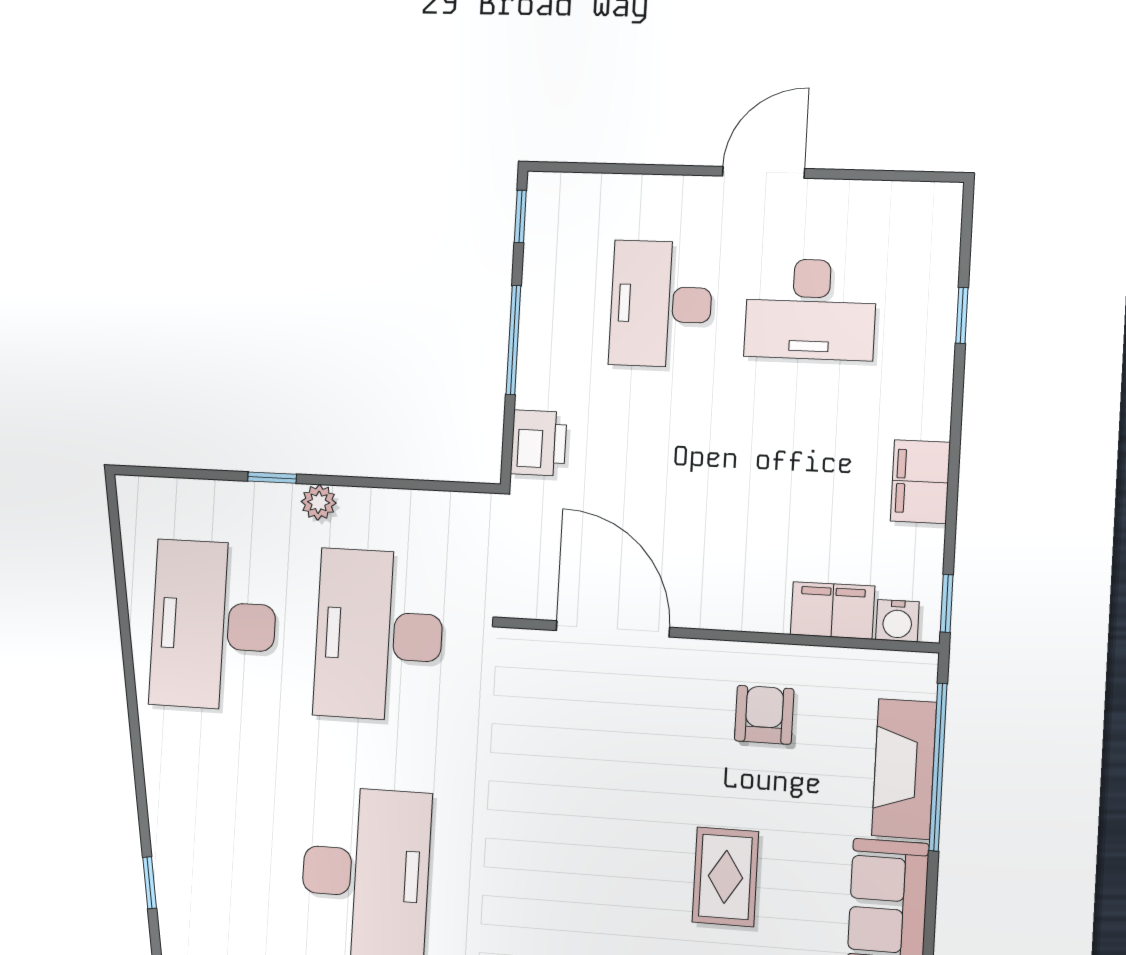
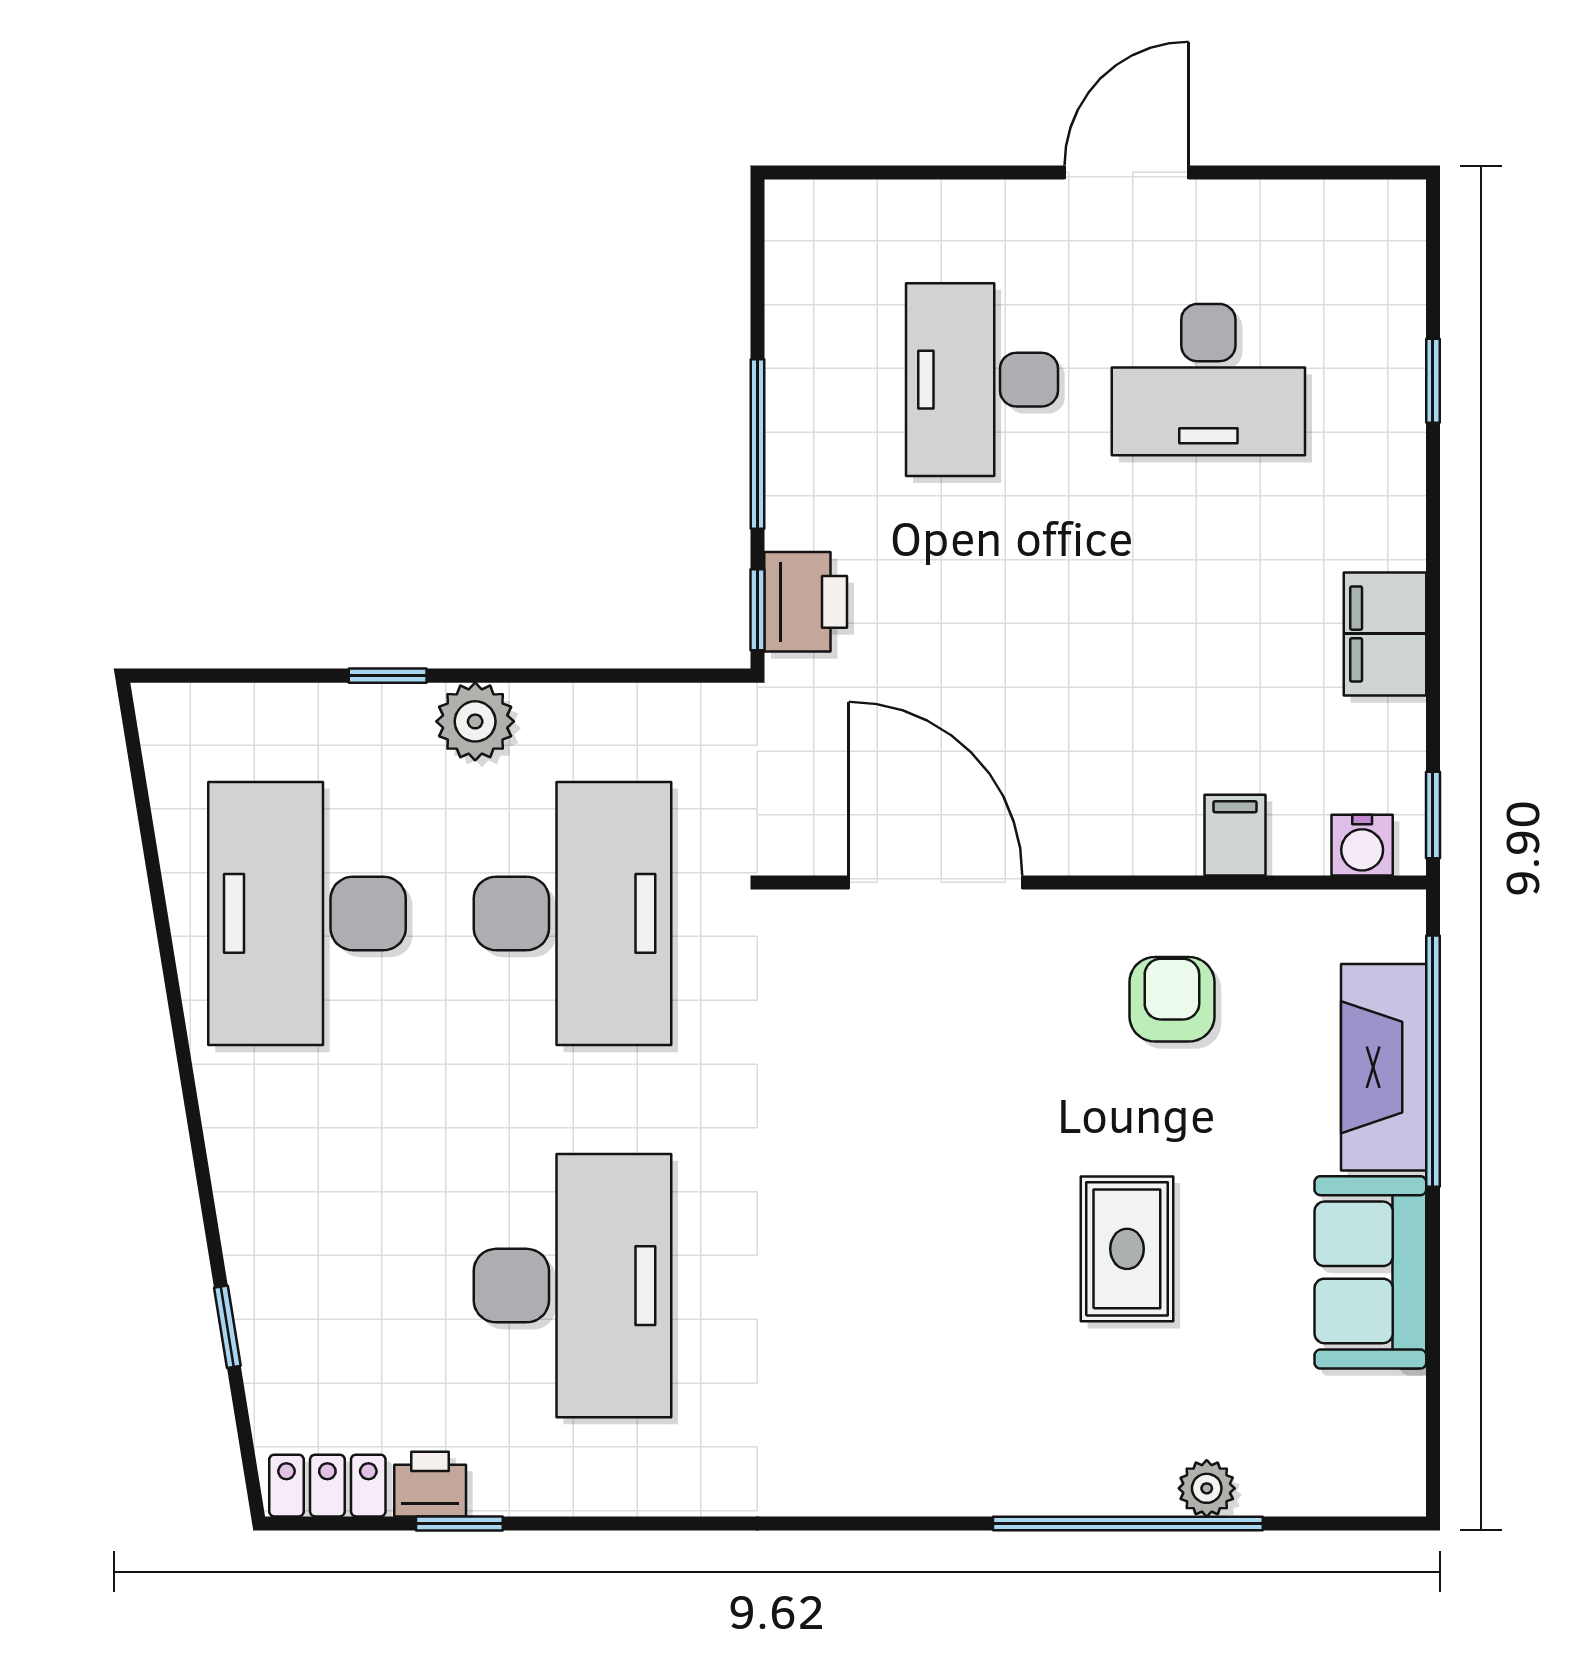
window: (520, 216) -> (757, 610), moved
plant: (319, 502) -> (475, 721), width x1.38, depth x1.38
filing cabinet: (833, 610) -> (1235, 835), width x0.50
desk: (379, 635) -> (572, 913), turned 180

